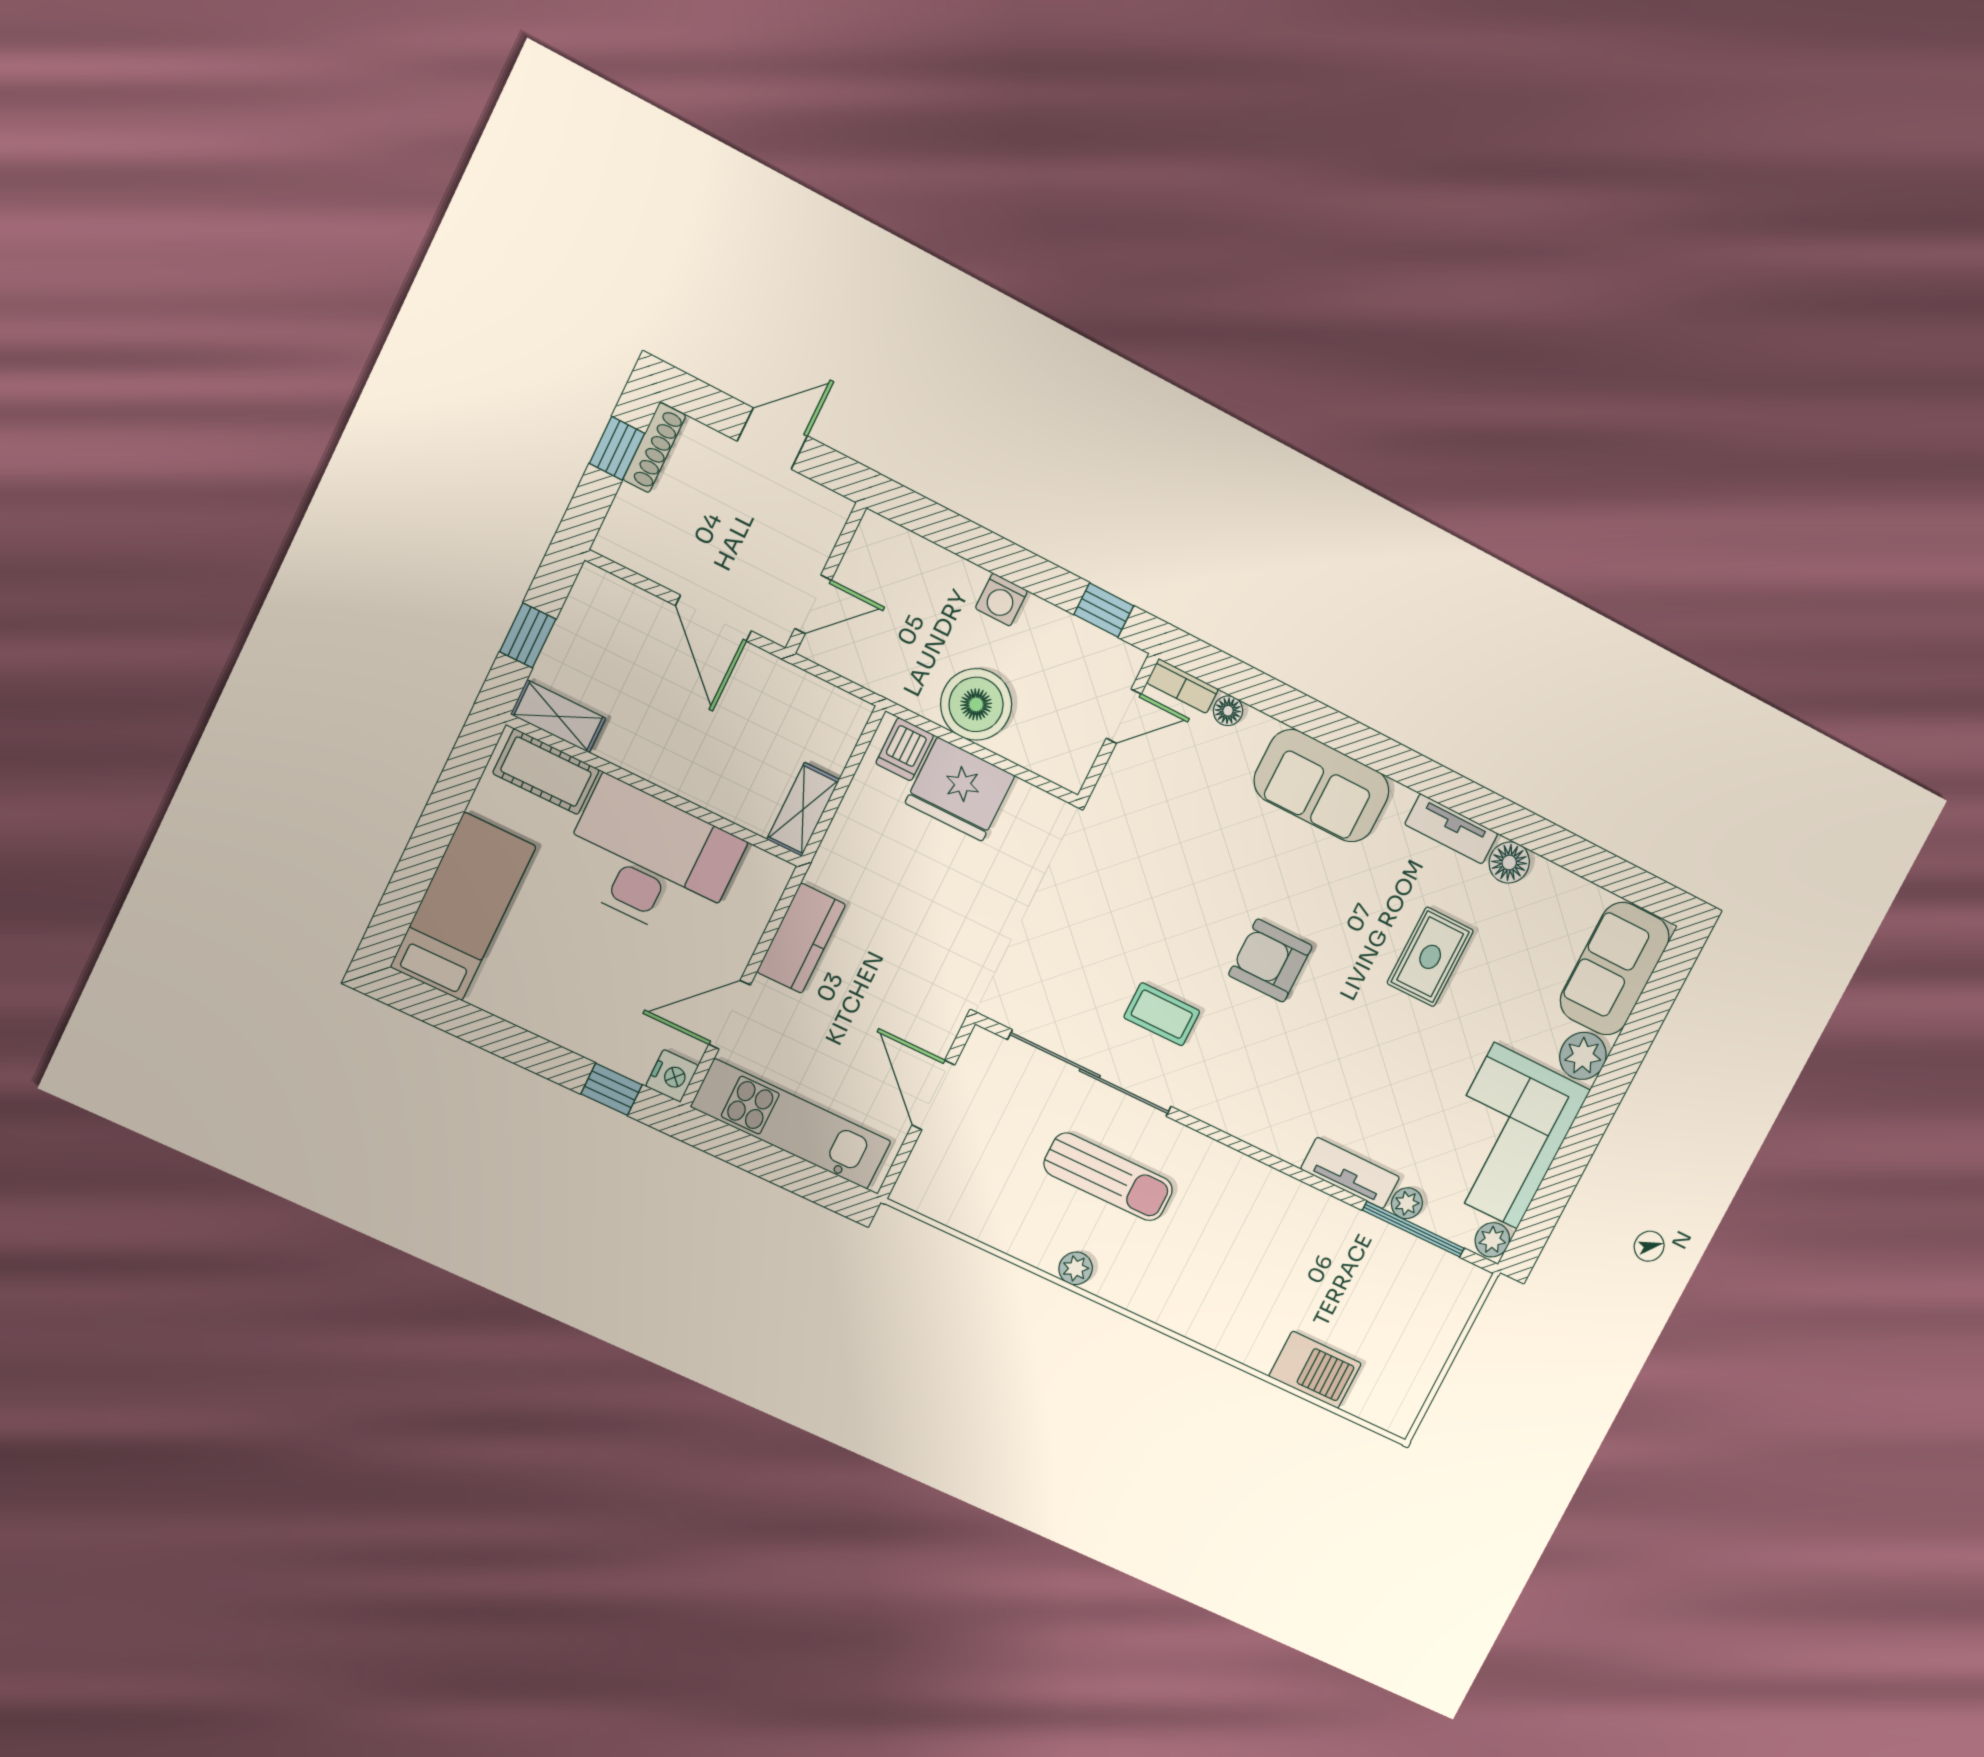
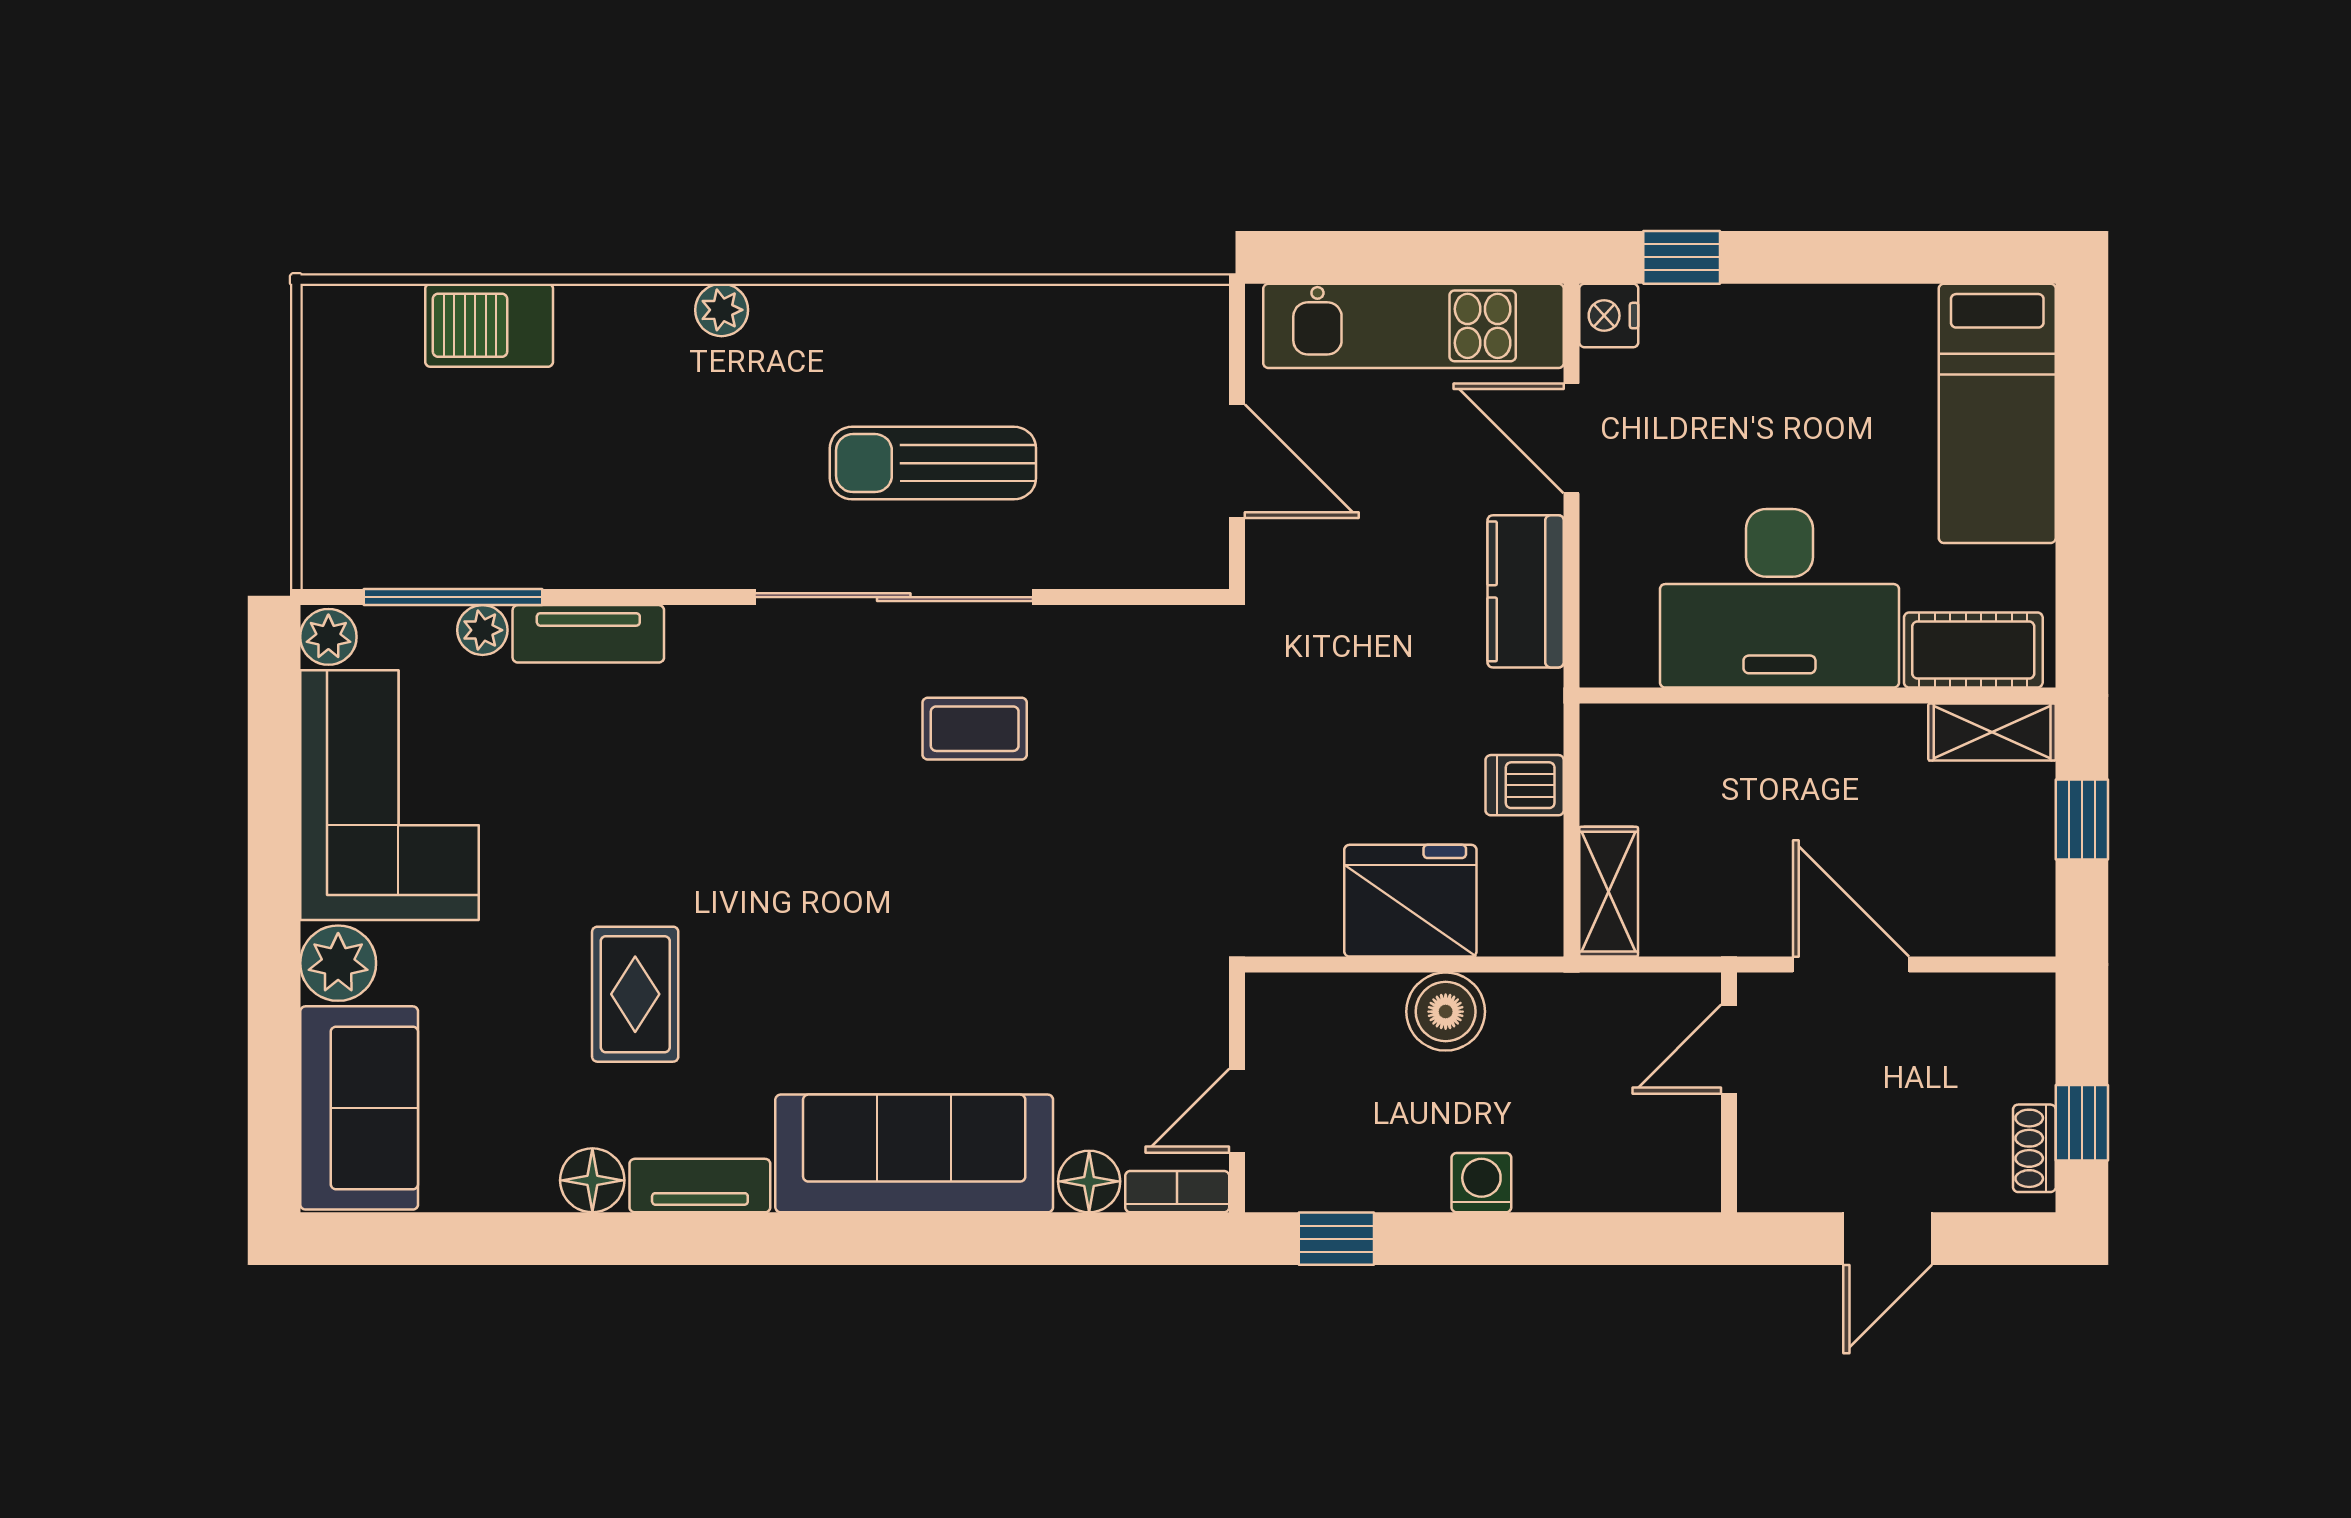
shoe rack: (654, 448) -> (2034, 1148), width x0.70
boiler: (976, 704) -> (1446, 1012), width x0.73, depth x0.73
floor lamp: (1228, 711) -> (1089, 1181), width x1.37, depth x1.37
dishwasher: (905, 749) -> (1525, 785), moved, turned -90
sofa: (1322, 786) -> (914, 1153), width x1.36
shelving: (803, 809) -> (1609, 892), moved
armchair: (1270, 961) -> (860, 878), removed
door: (730, 1015) -> (1572, 438), swing flipped
sliding door: (1090, 1073) -> (894, 597), moved
plant: (1076, 1268) -> (722, 310), moved

